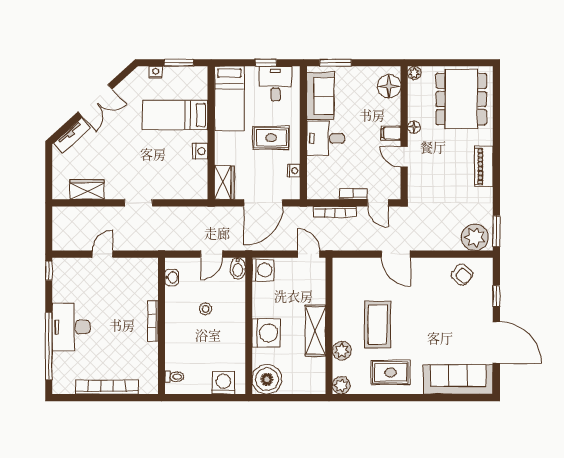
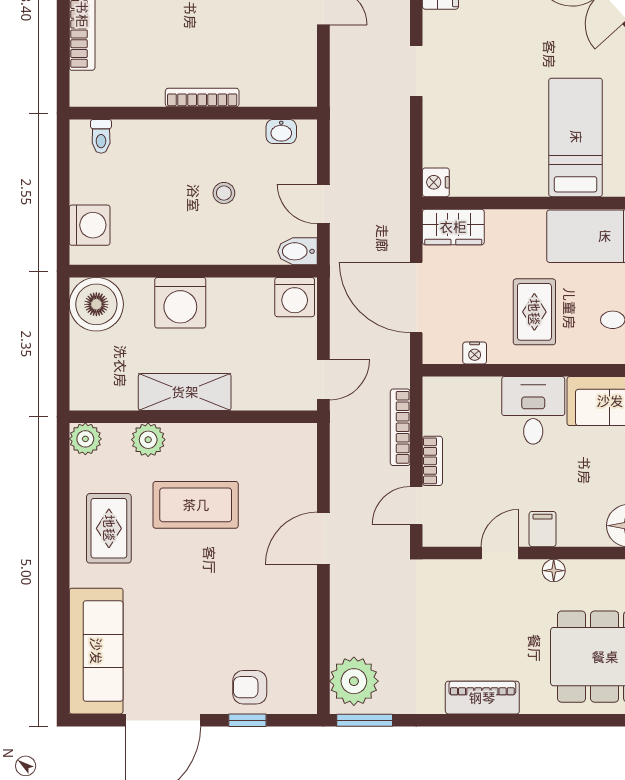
nightstand: (200, 151) -> (436, 182), moved, turned 90
armchair: (462, 275) -> (250, 687), moved, turned 48

